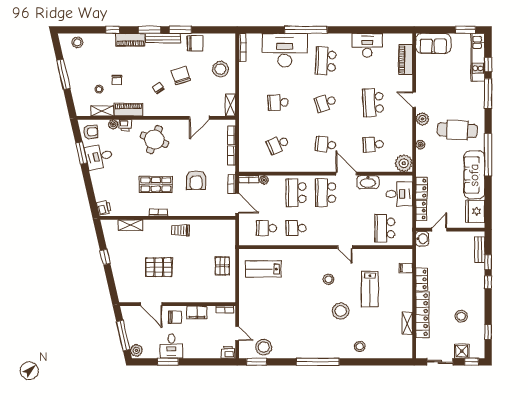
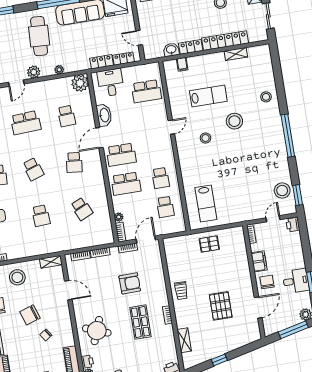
washbasin: (422, 239) -> (171, 50), moved

